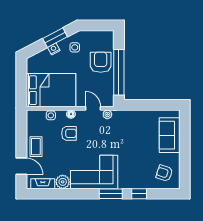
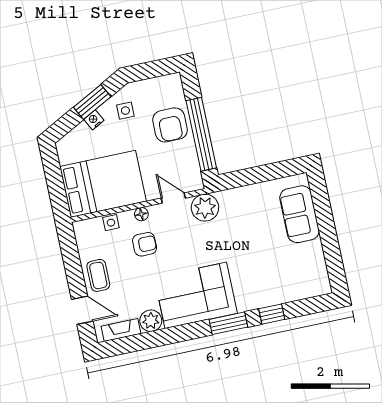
armchair: (101, 62) -> (170, 125), turned 180
plant: (107, 114) -> (205, 208), width x1.88, depth x1.88
armchair: (164, 173) -> (304, 274), removed

